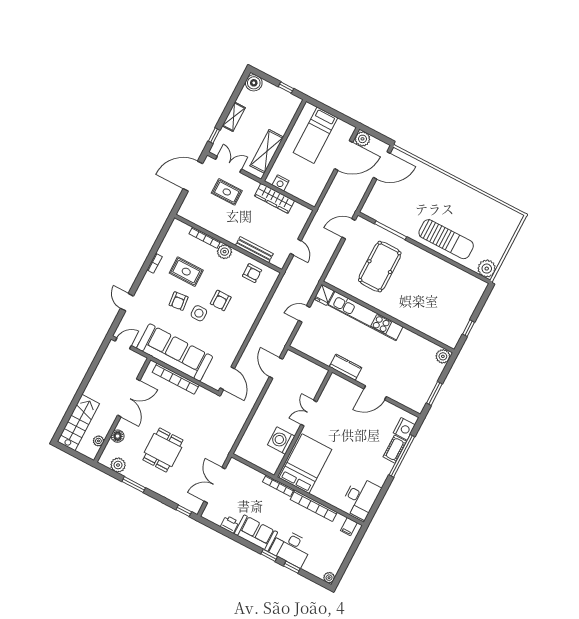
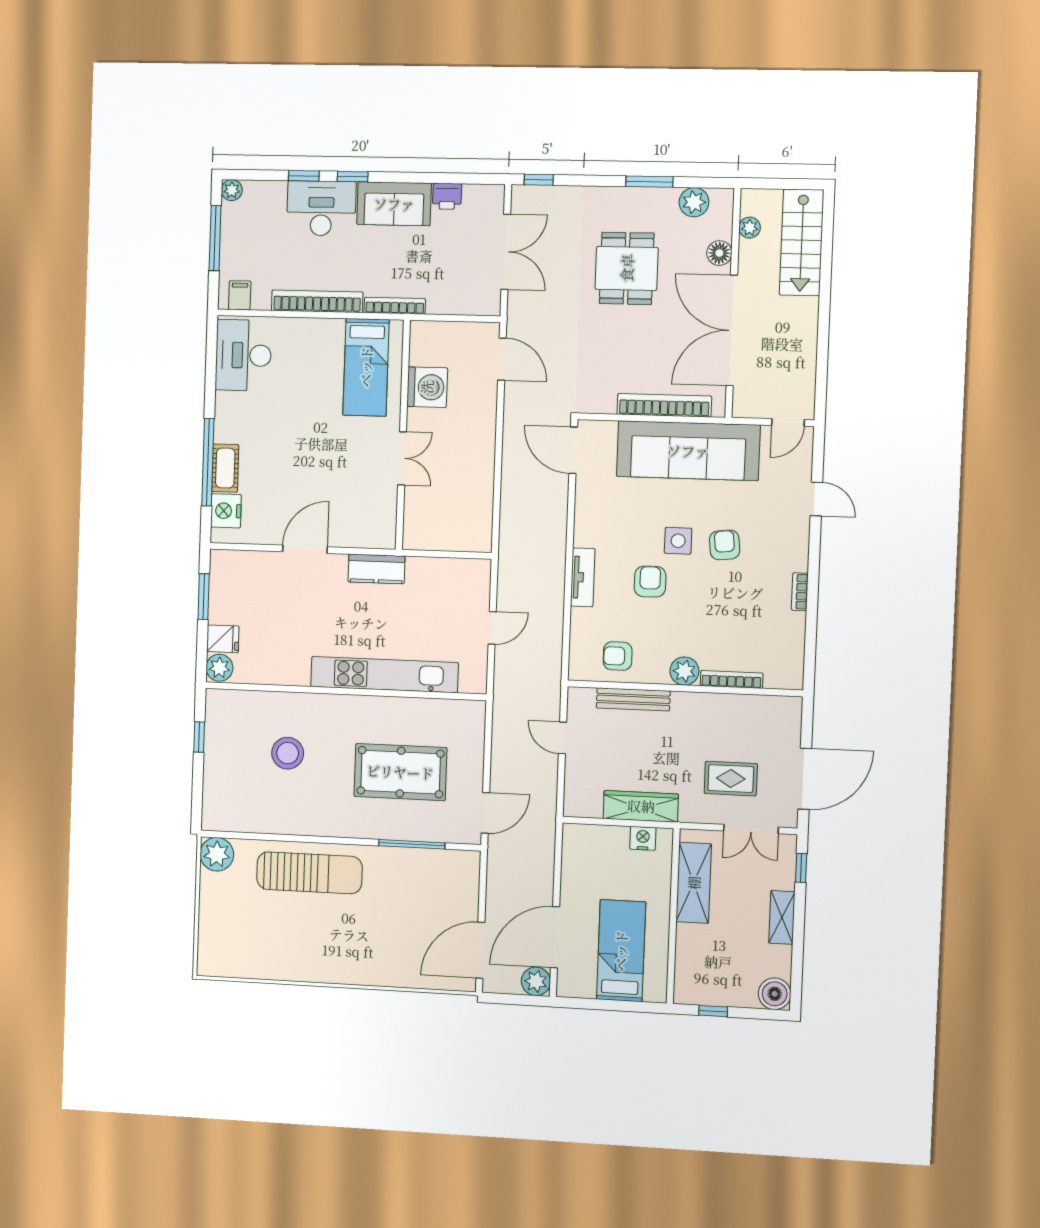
sun lounger: (446, 239) -> (309, 873), turned 180
pool table: (380, 267) -> (400, 772), turned 90
rug: (186, 272) -> (736, 604), removed
fridge: (324, 295) -> (223, 639), moved, turned 90
stool: (429, 301) -> (288, 753), added
tv unit: (251, 317) -> (583, 577), added
door: (276, 368) -> (502, 359), moved
double door: (129, 398) -> (732, 330), width x1.36
bed: (305, 464) -> (366, 367), width x0.67
window: (348, 559) -> (215, 238), added

